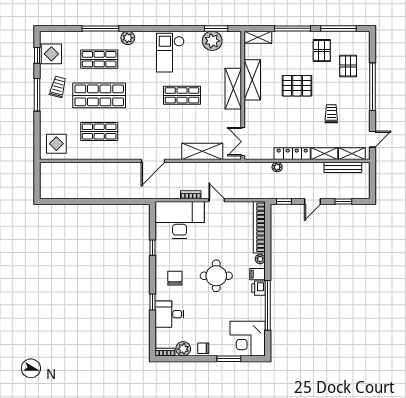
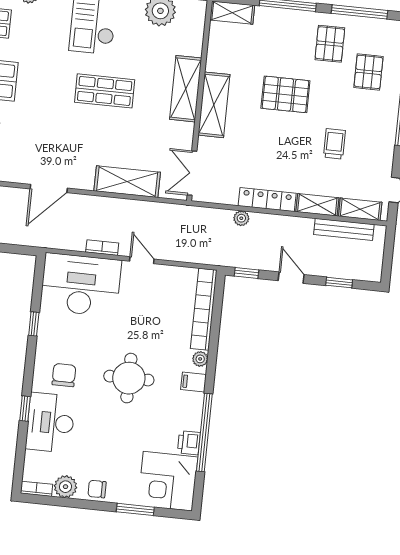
shelving: (252, 80) -> (214, 105), moved
door: (313, 201) -> (291, 278), swing flipped
printer: (258, 288) -> (189, 443), moved
desk: (169, 314) -> (50, 423), width x1.37

